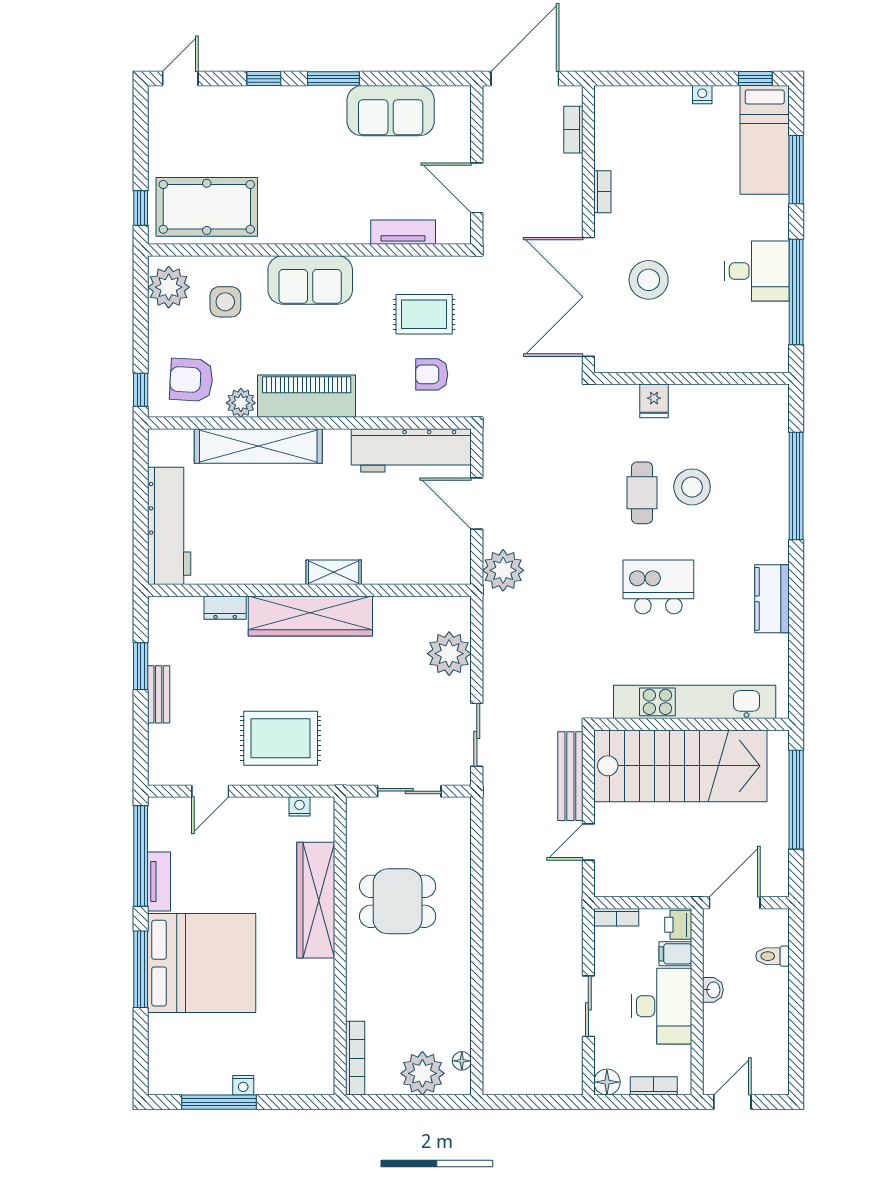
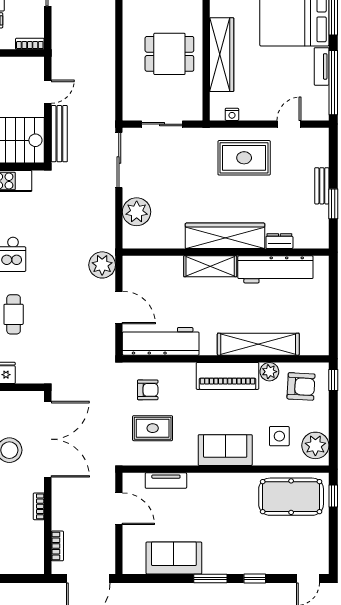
workbench: (169, 526) -> (275, 269), moved, turned -90
shelving: (334, 572) -> (210, 266), width x1.50, depth x1.33
sliding door: (477, 735) -> (119, 160), width x1.37

